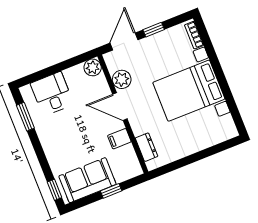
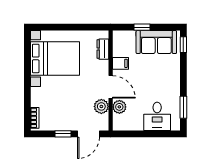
plant: (93, 67) -> (119, 107), moved
bed with nightstands: (189, 91) -> (55, 58), moved

